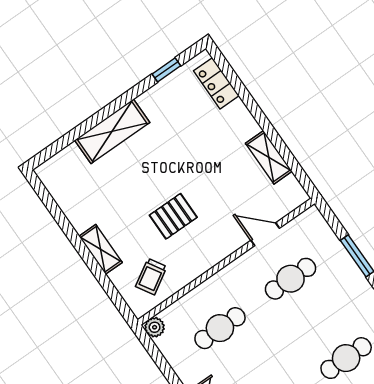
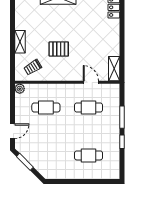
shelving: (269, 157) -> (114, 69), moved

